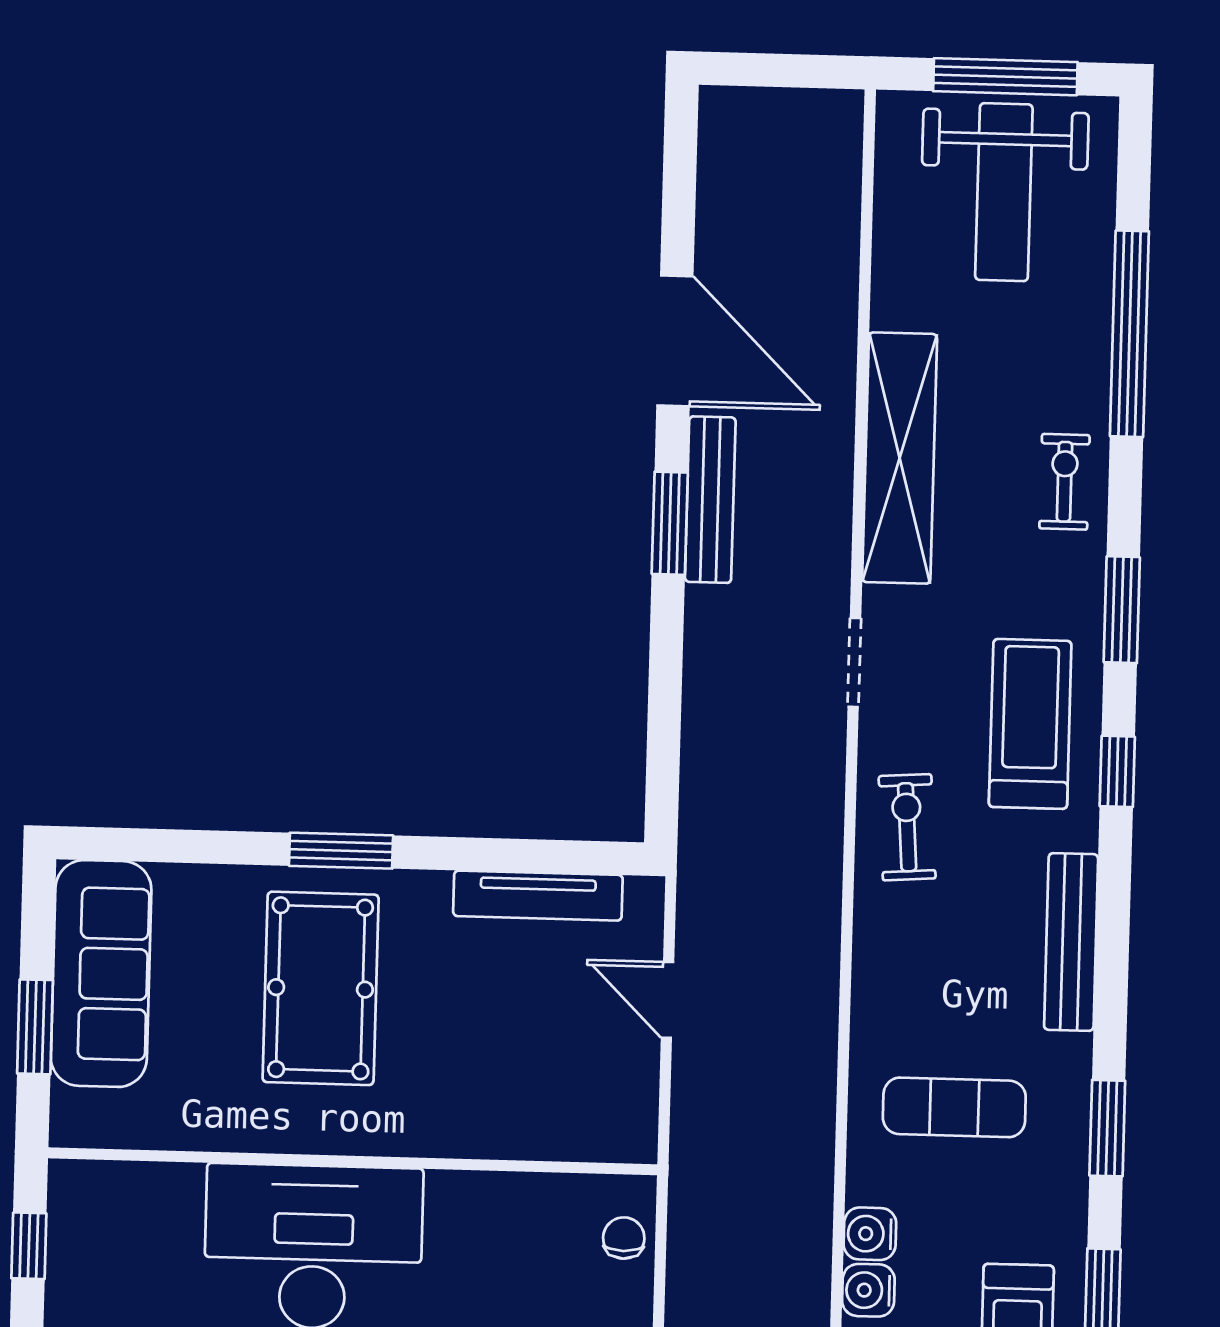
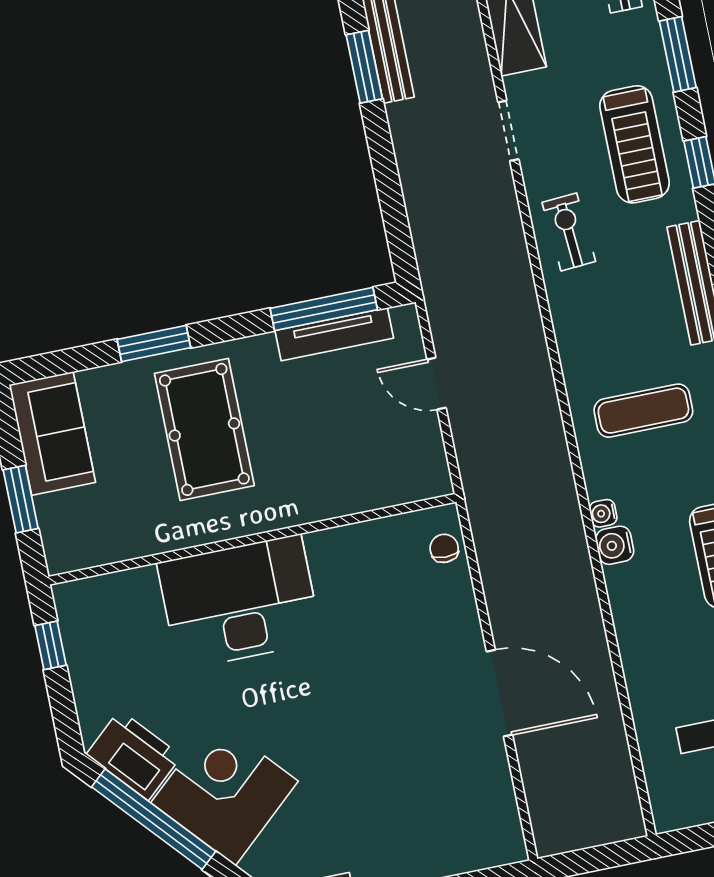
treadmill: (1030, 724) -> (635, 144), turned 180
window: (341, 851) -> (154, 344), moved
window: (531, 856) -> (324, 309), added
sofa: (101, 974) -> (52, 434), width x0.73
water cooler: (870, 1234) -> (603, 513), width x0.72, depth x0.72

